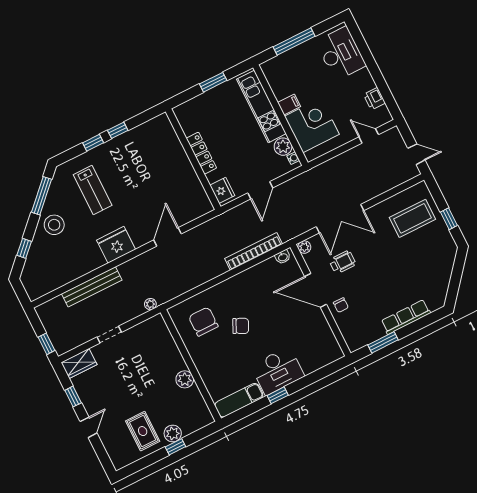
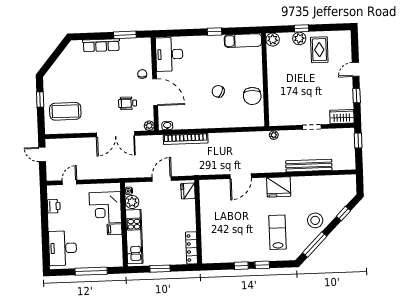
door: (369, 136) -> (69, 182), swing flipped
locker: (201, 153) -> (192, 248), moved
double door: (340, 219) -> (116, 134), swing flipped
chair: (203, 322) -> (252, 96), moved
desk: (278, 371) -> (169, 54), moved, turned -90
plant: (185, 379) -> (273, 40), moved

